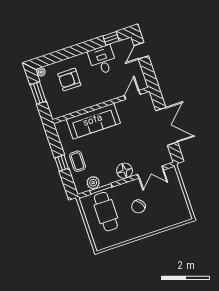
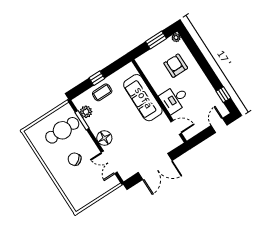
door: (141, 51) -> (219, 125), hinge flipped
desk: (102, 60) -> (175, 99), moved, turned 180

